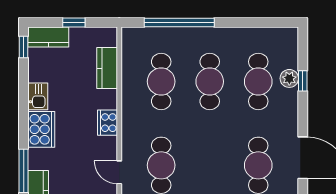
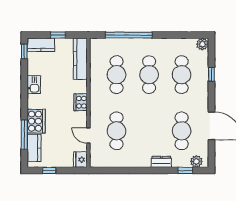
kitchen counter: (107, 68) -> (80, 59), width x1.50
plant: (289, 78) -> (202, 44), moved
cooker: (41, 129) -> (36, 121), moved

